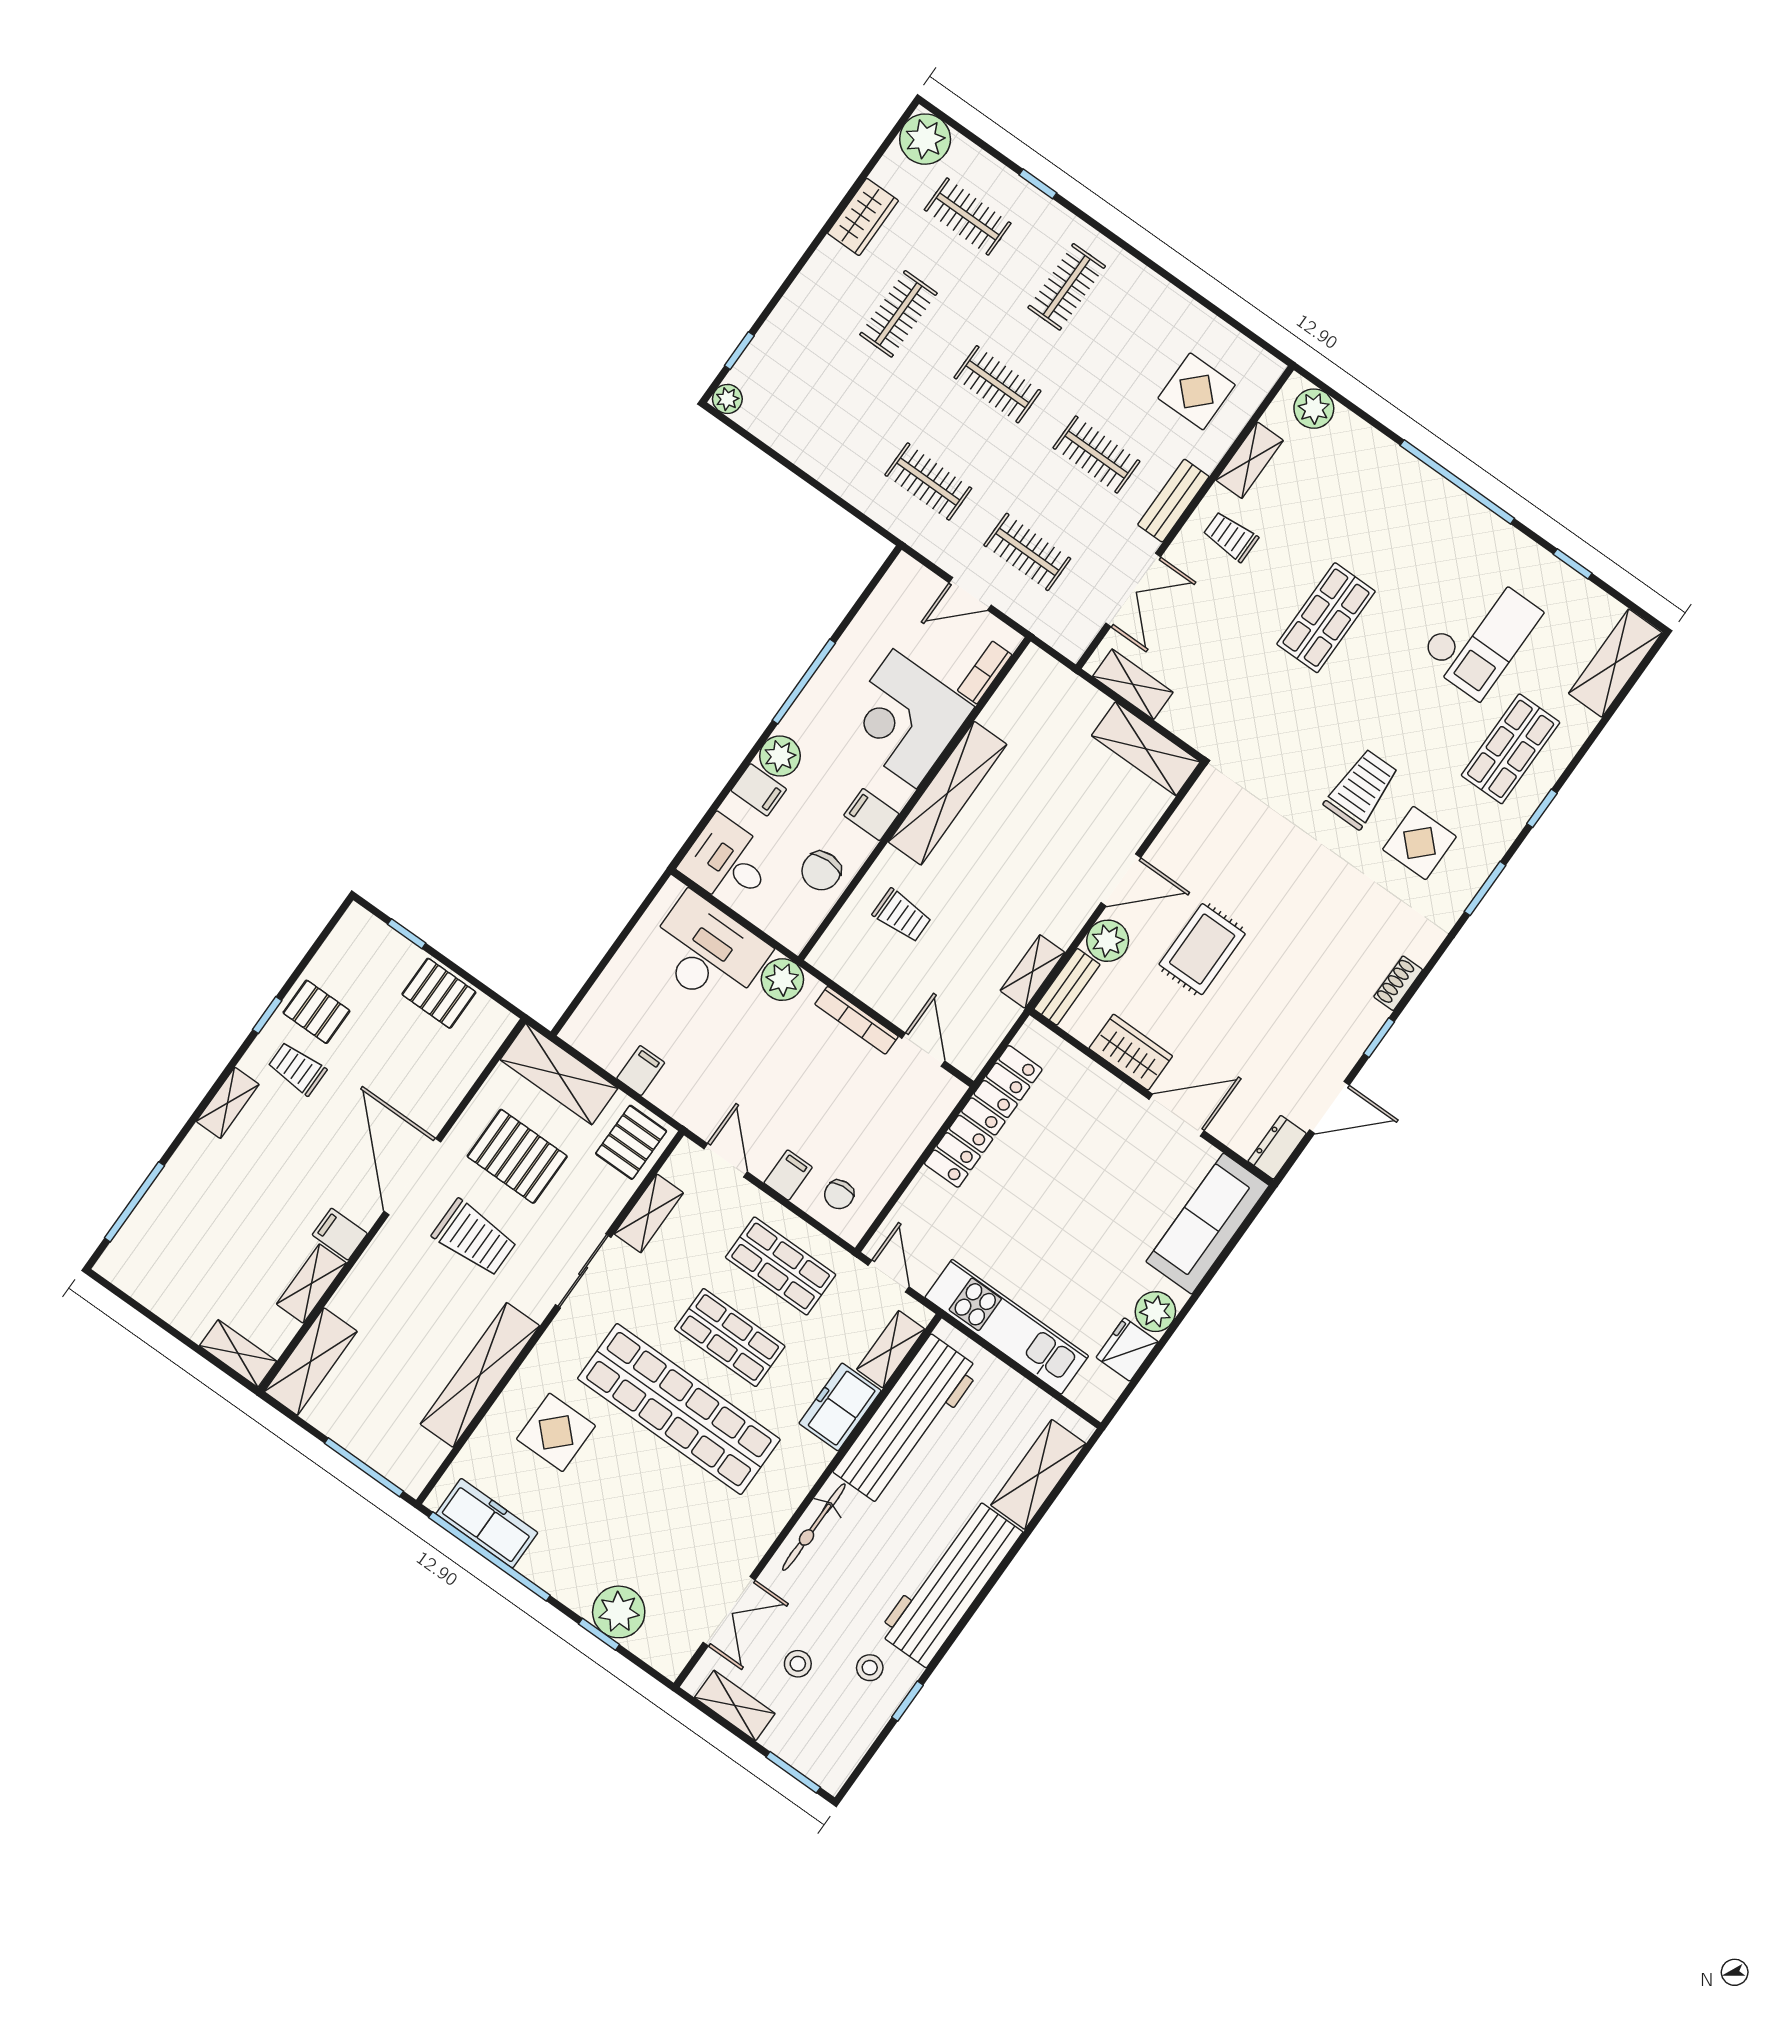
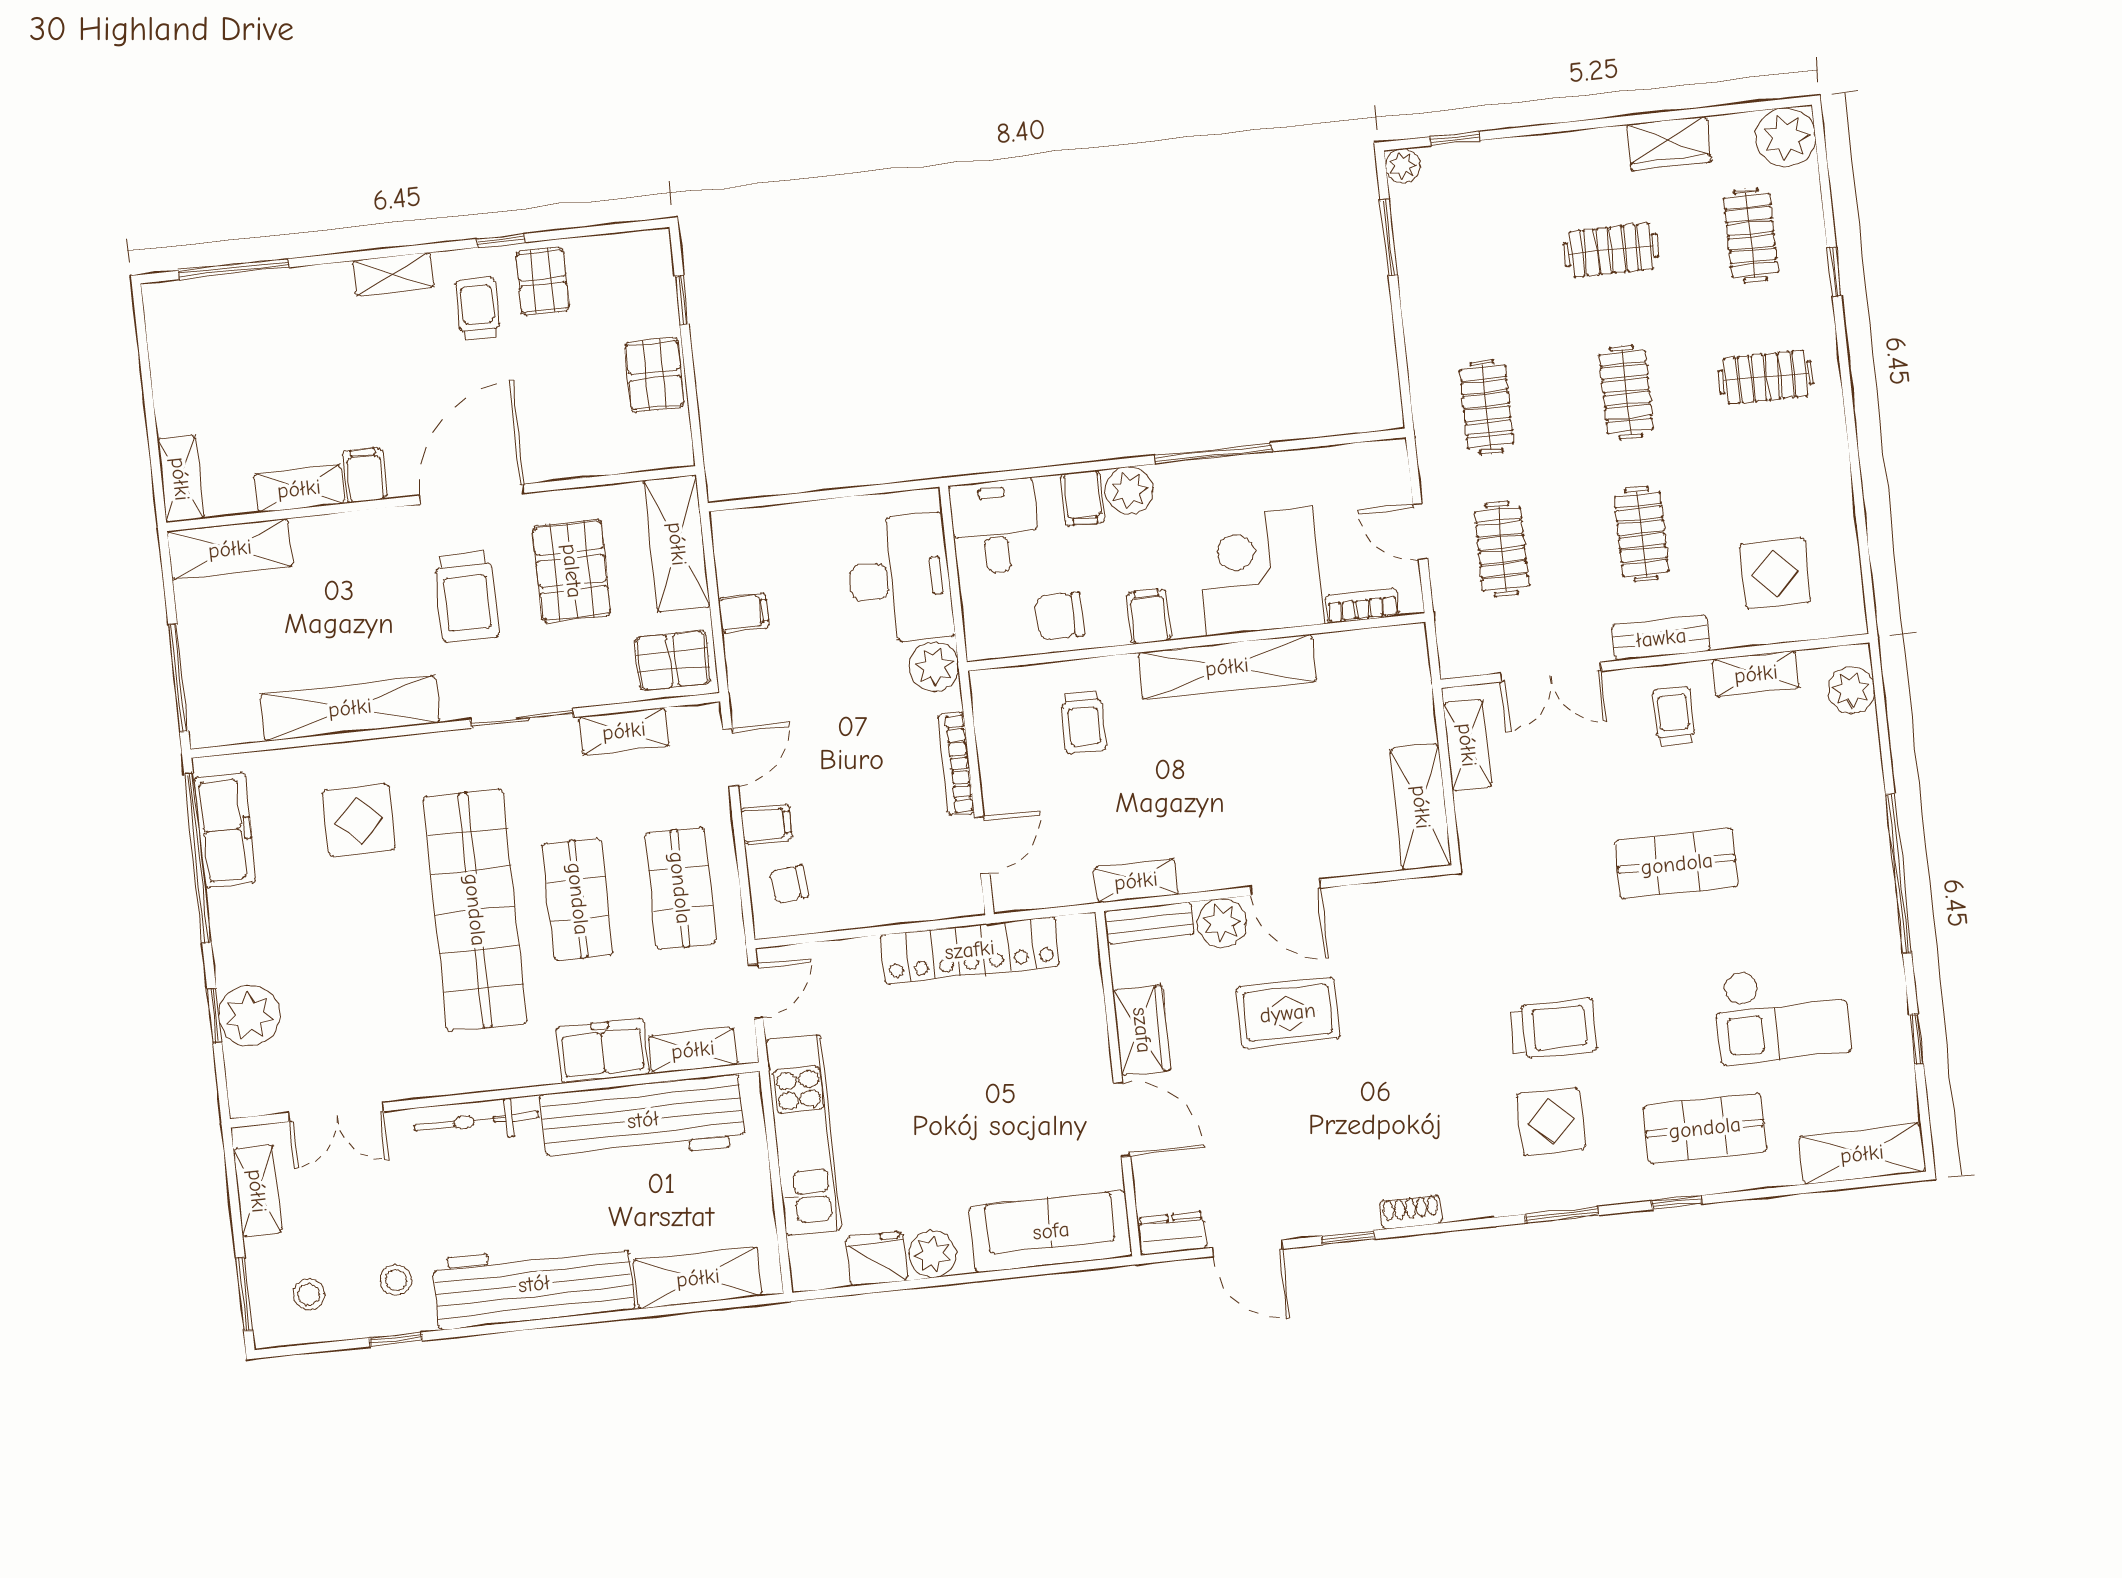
window: (765, 448) -> (1389, 237), added
stool: (798, 1664) -> (309, 1294), moved

